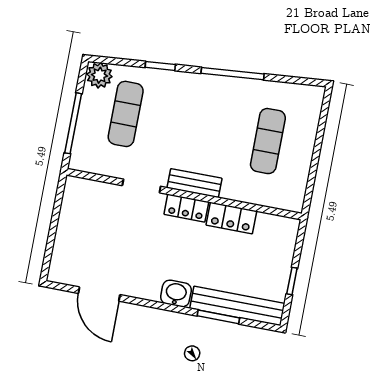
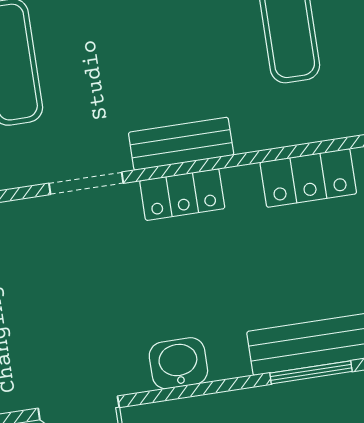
locker: (231, 218) -> (308, 178), moved
washbasin: (176, 293) -> (178, 363), moved

